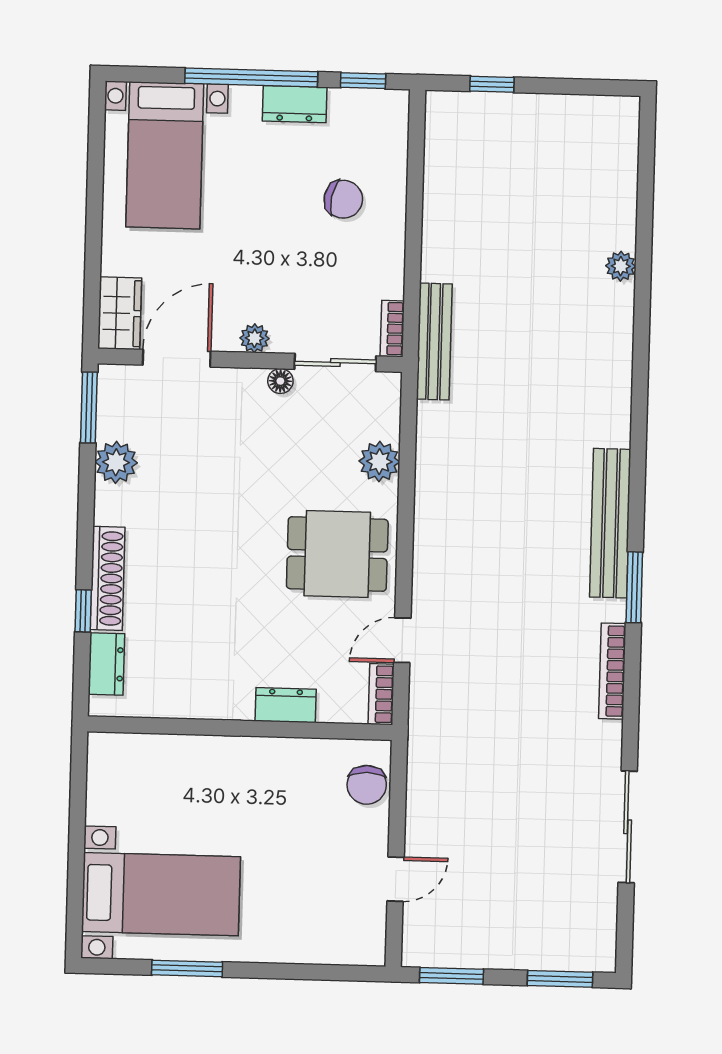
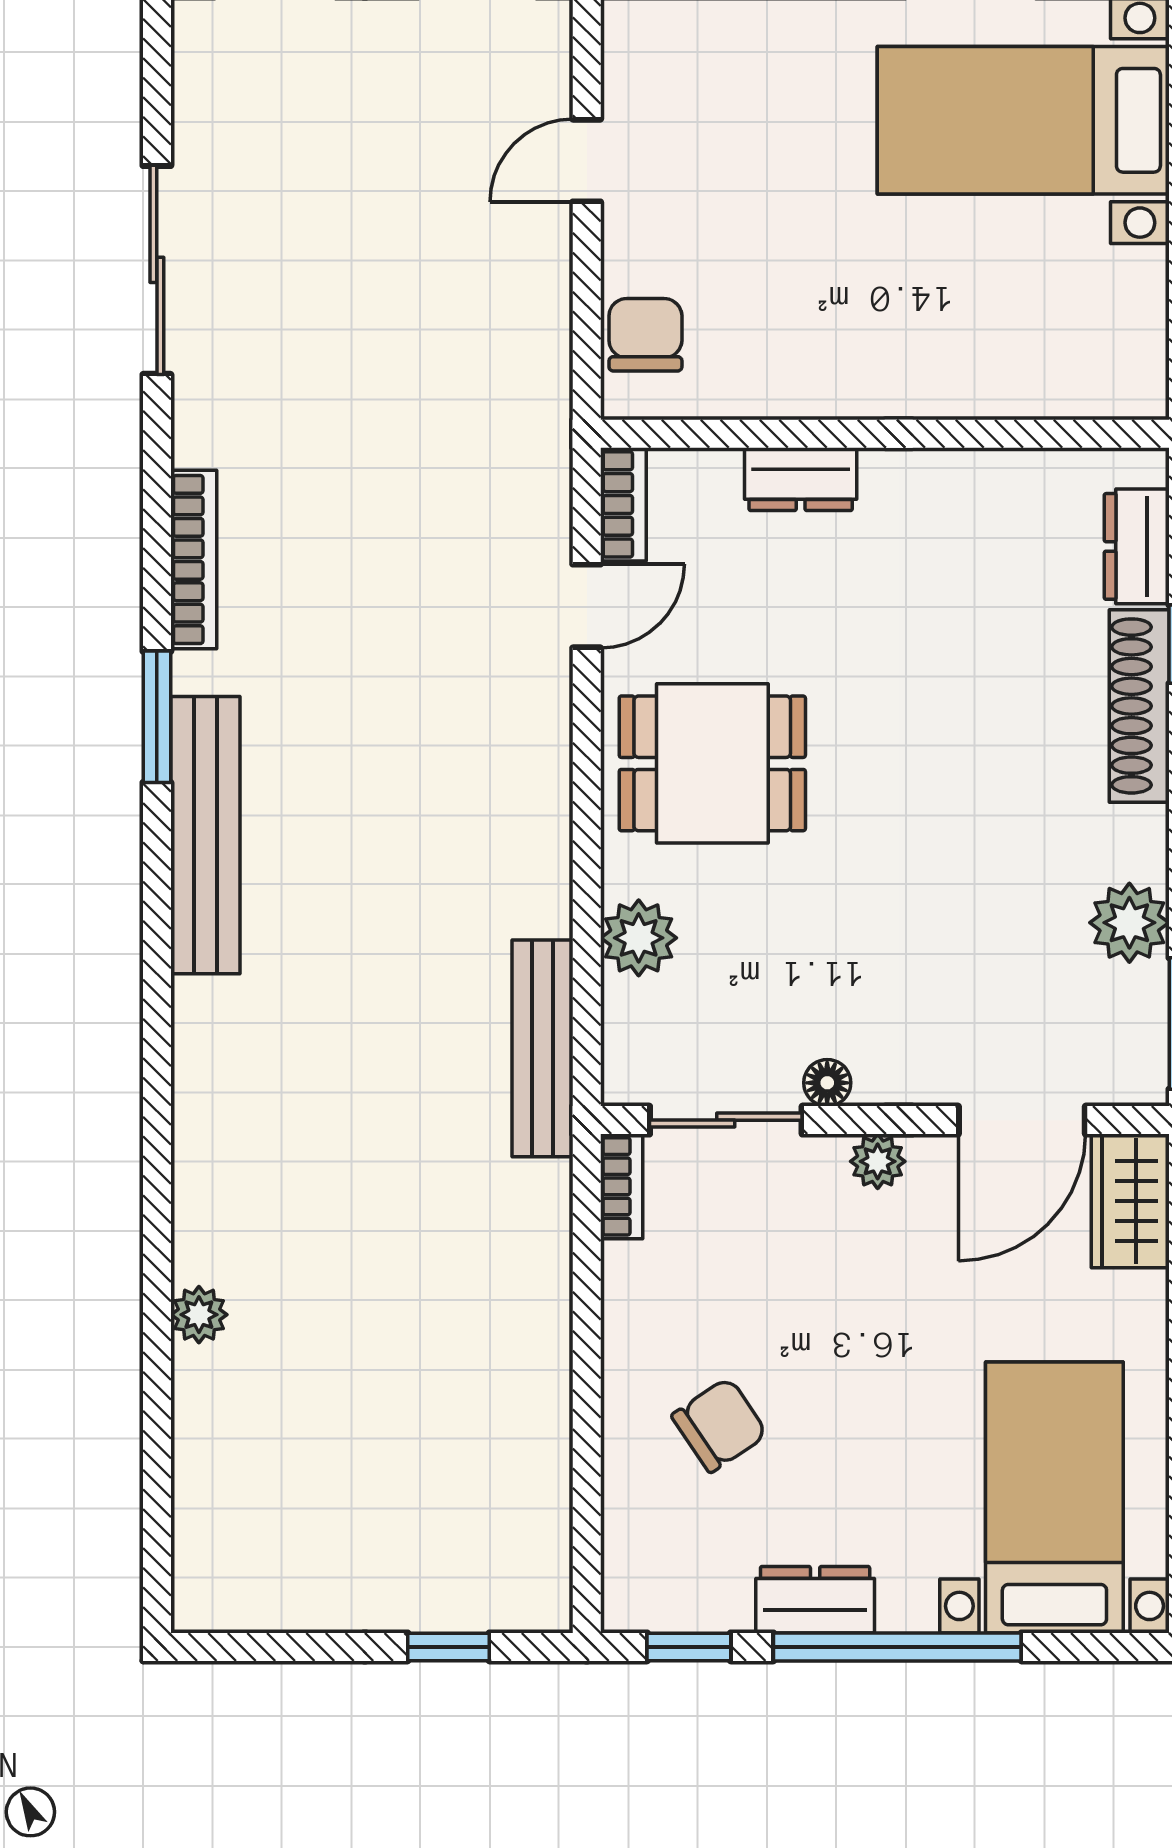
chair: (343, 199) -> (719, 1425), turned 135
bench: (434, 342) -> (542, 1048), moved

